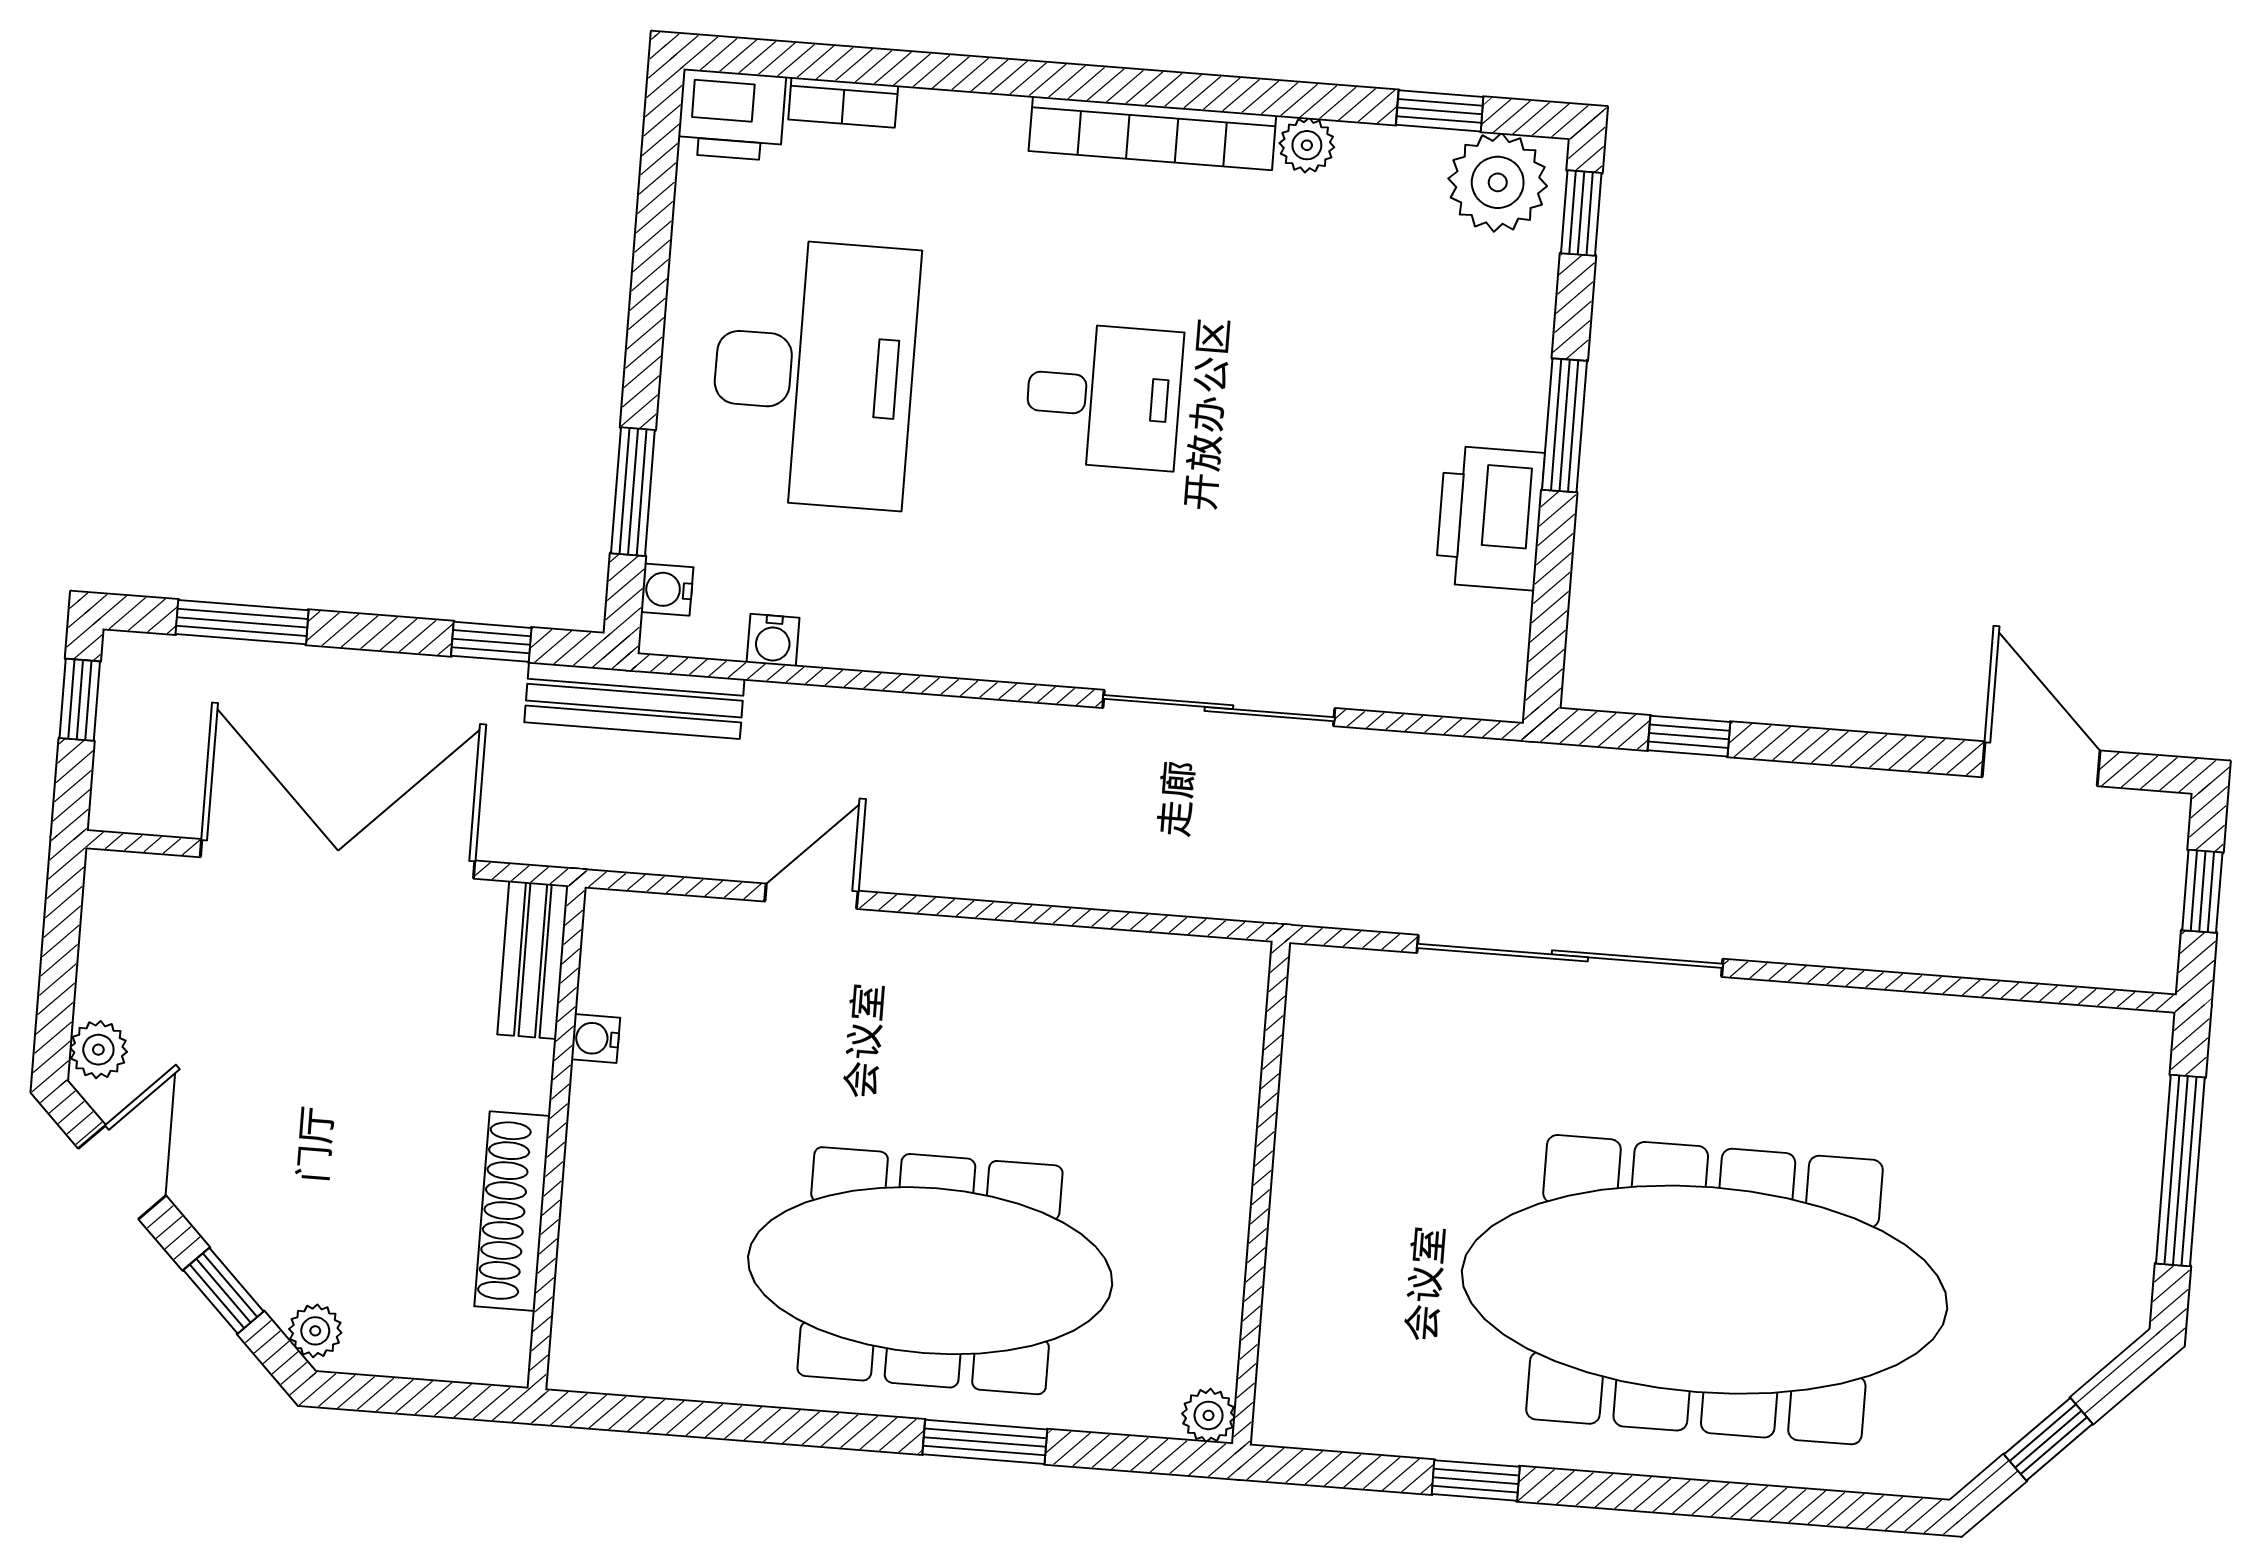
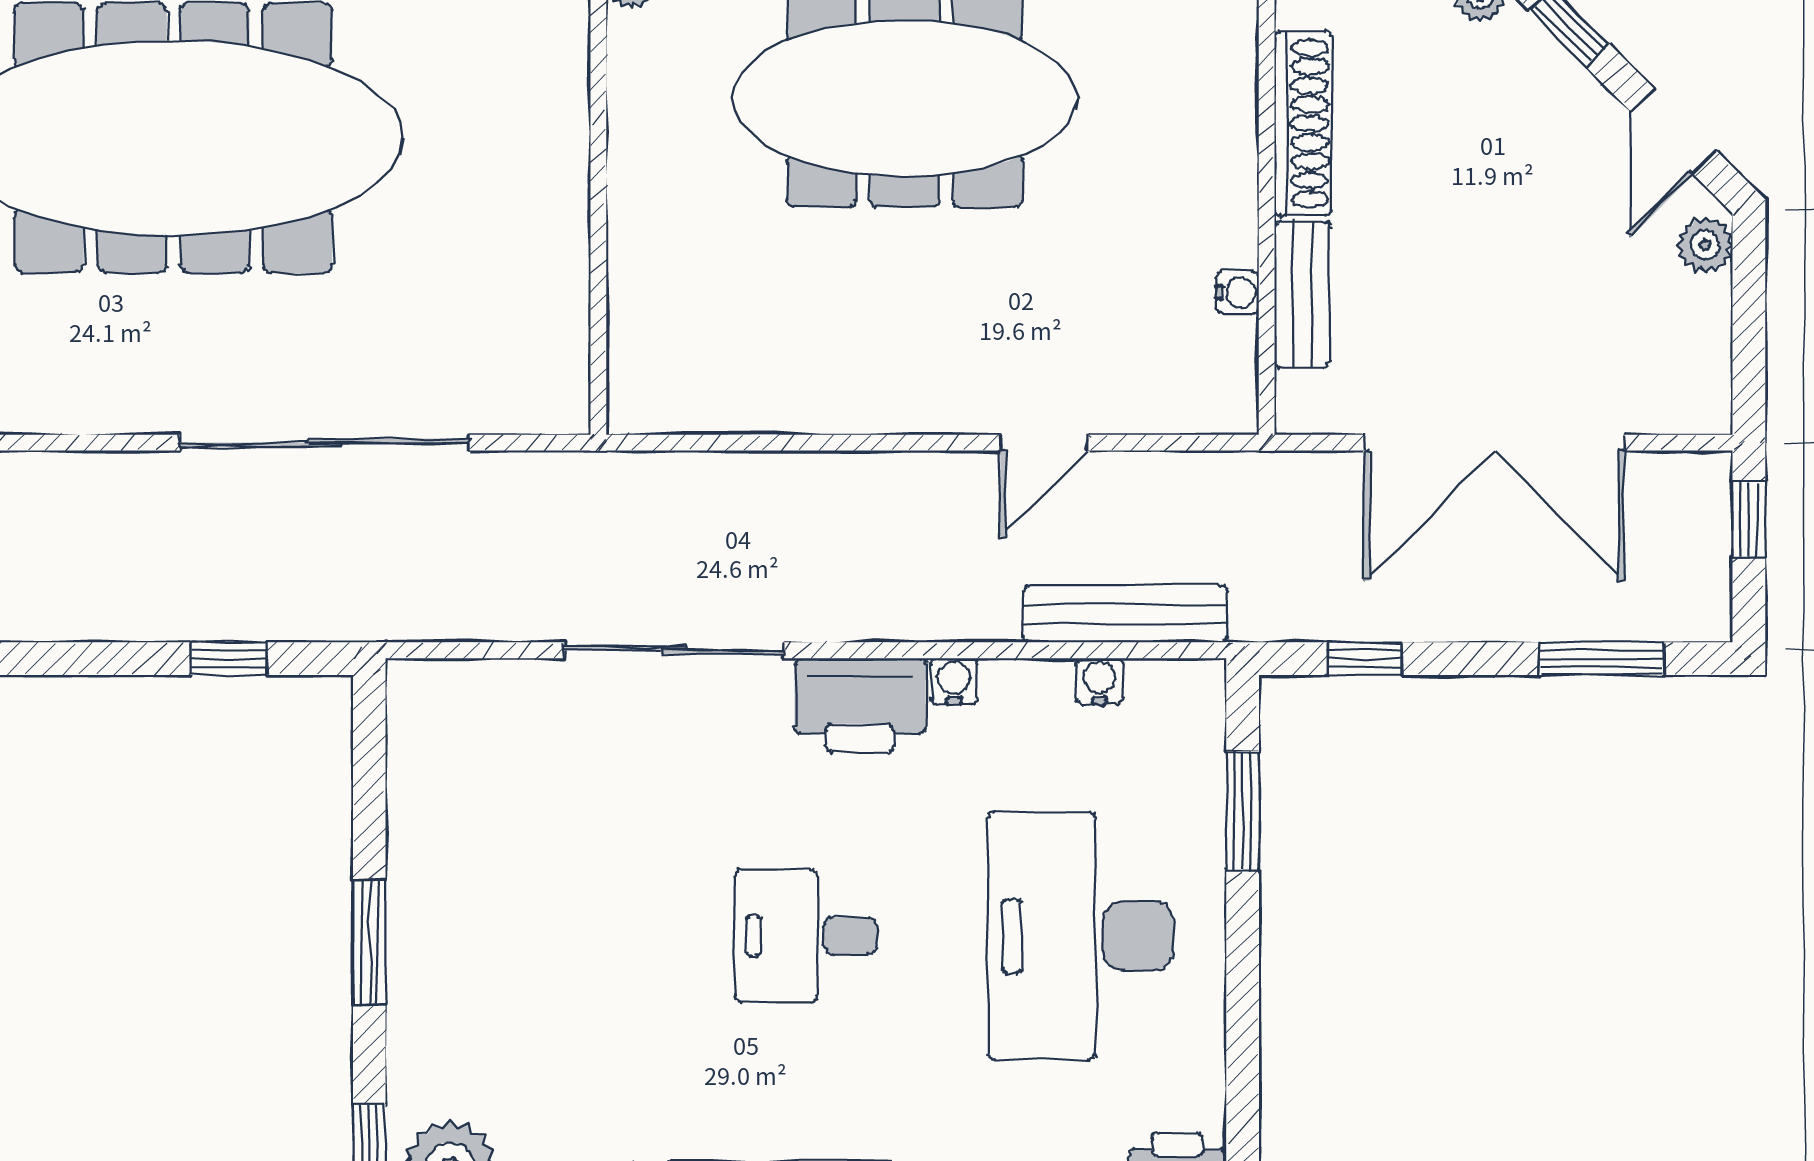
printer: (1490, 518) -> (860, 705), moved, turned 90
water cooler: (667, 590) -> (954, 681), moved, turned -90
window: (80, 700) -> (1749, 520), moved
bench: (634, 701) -> (1125, 614), moved
bench: (533, 960) -> (1302, 294), moved

